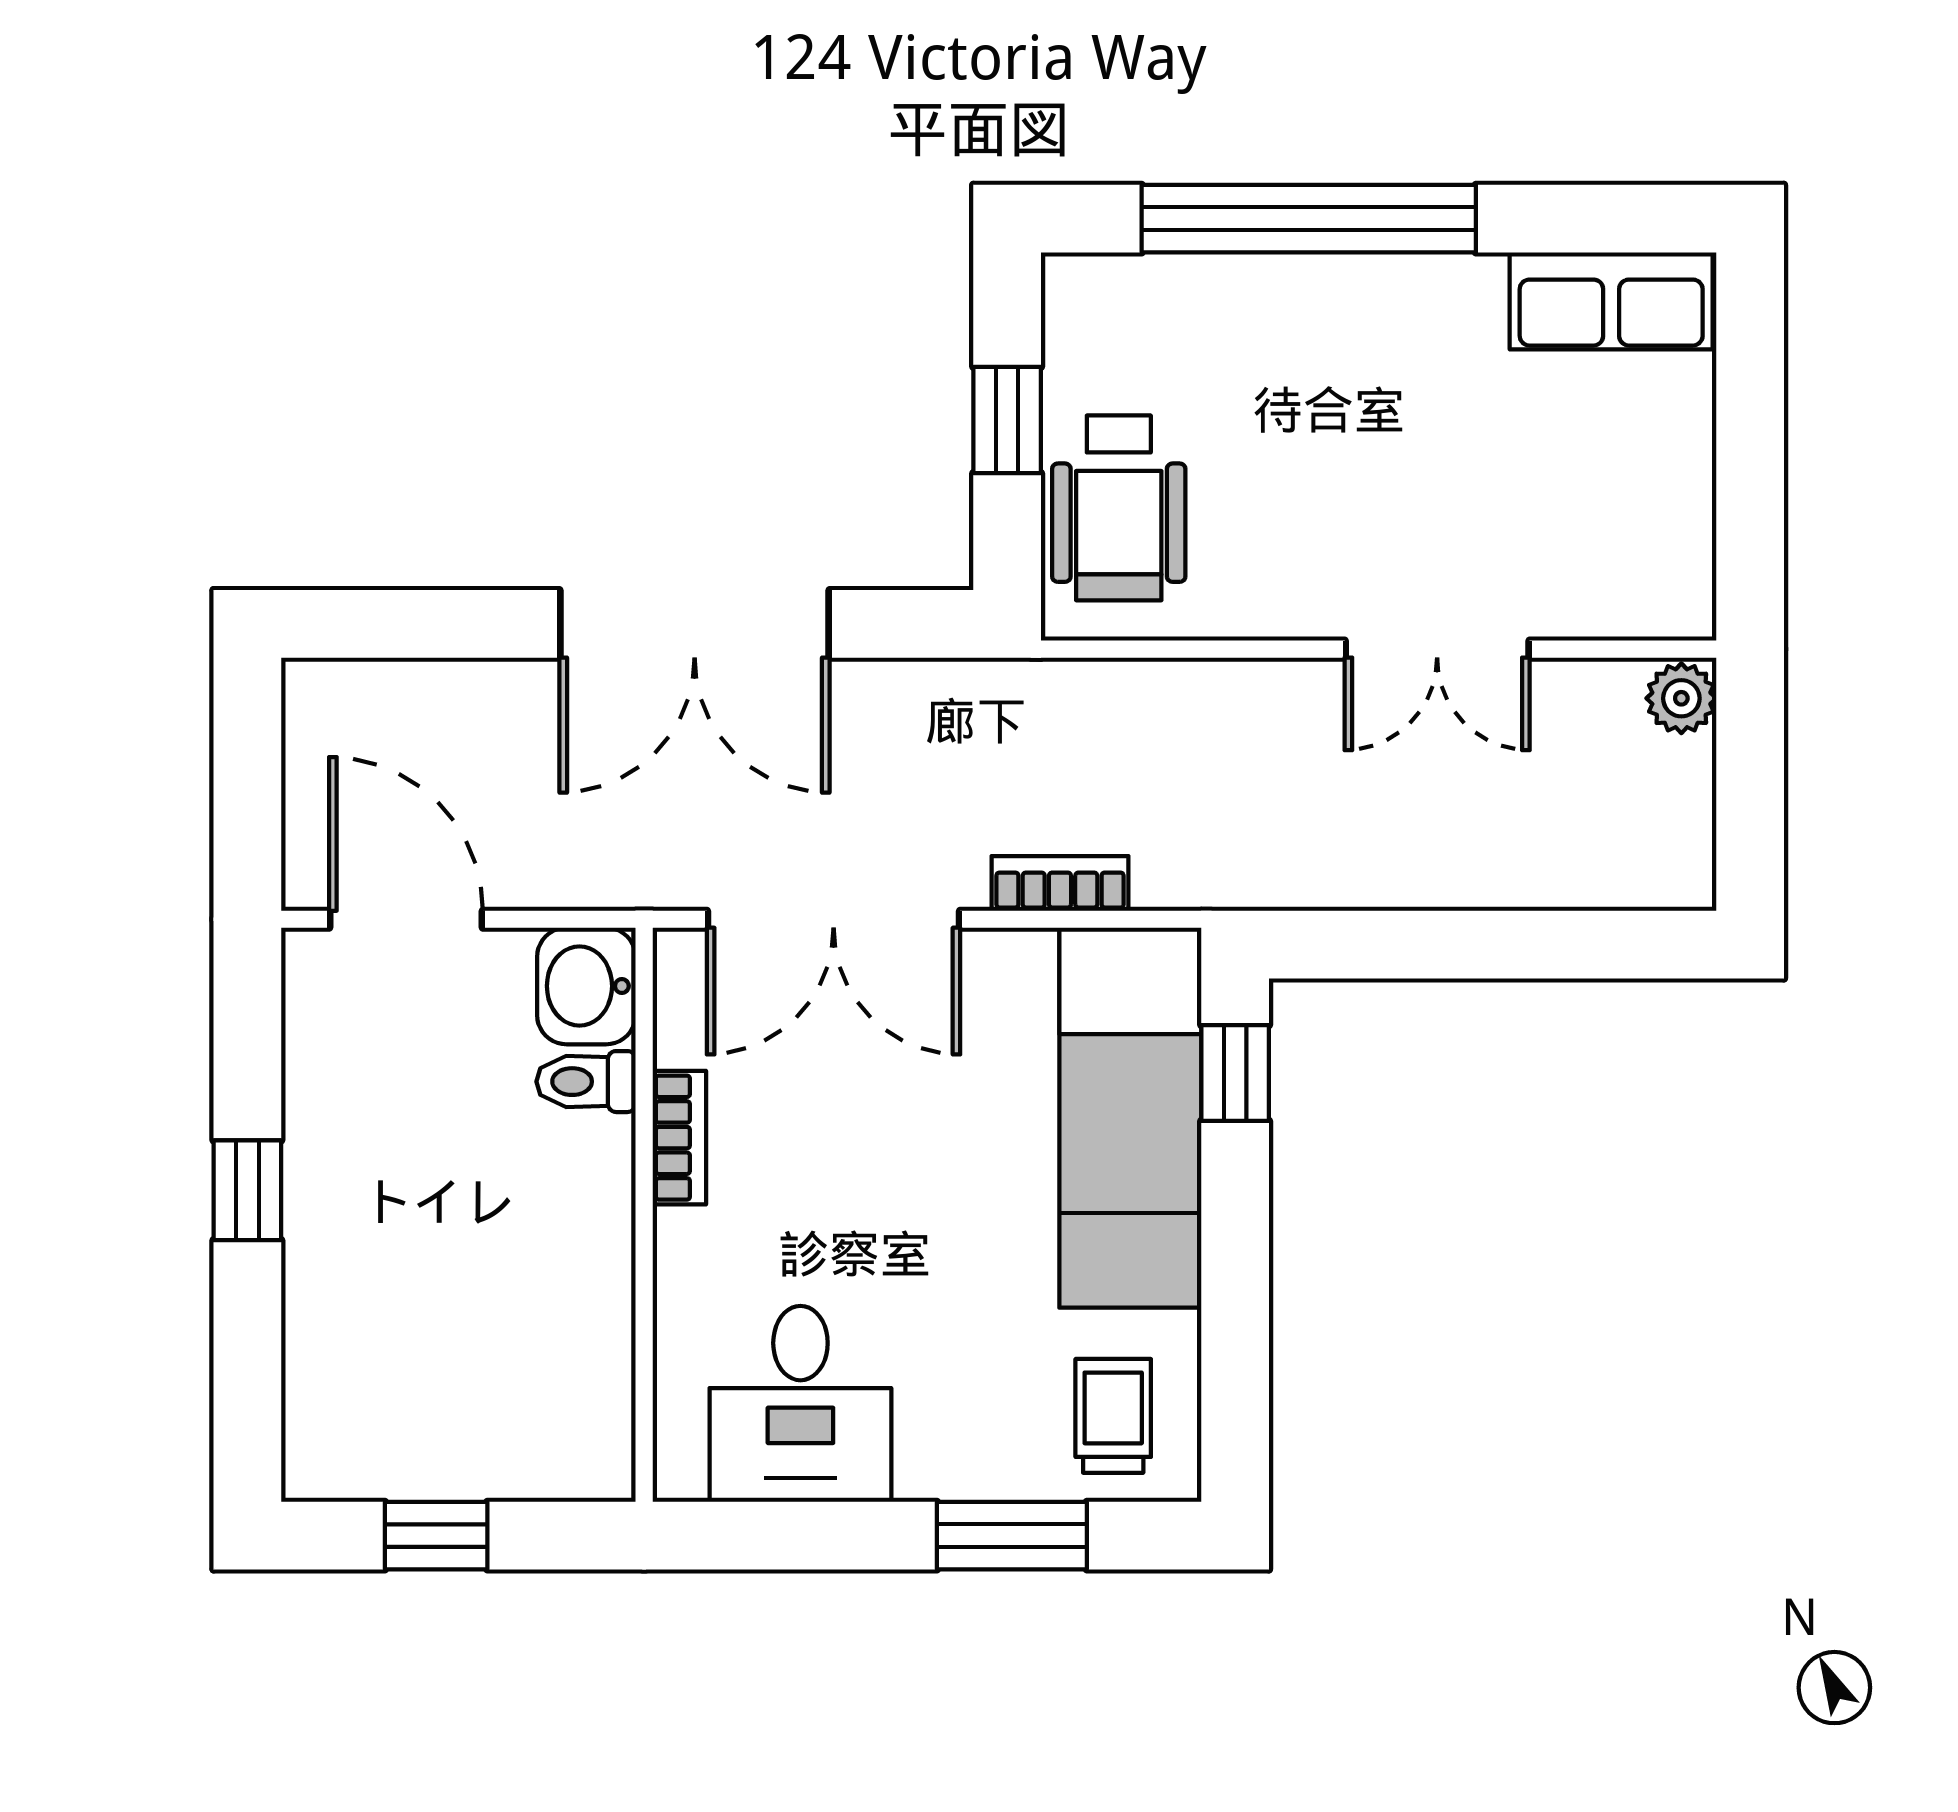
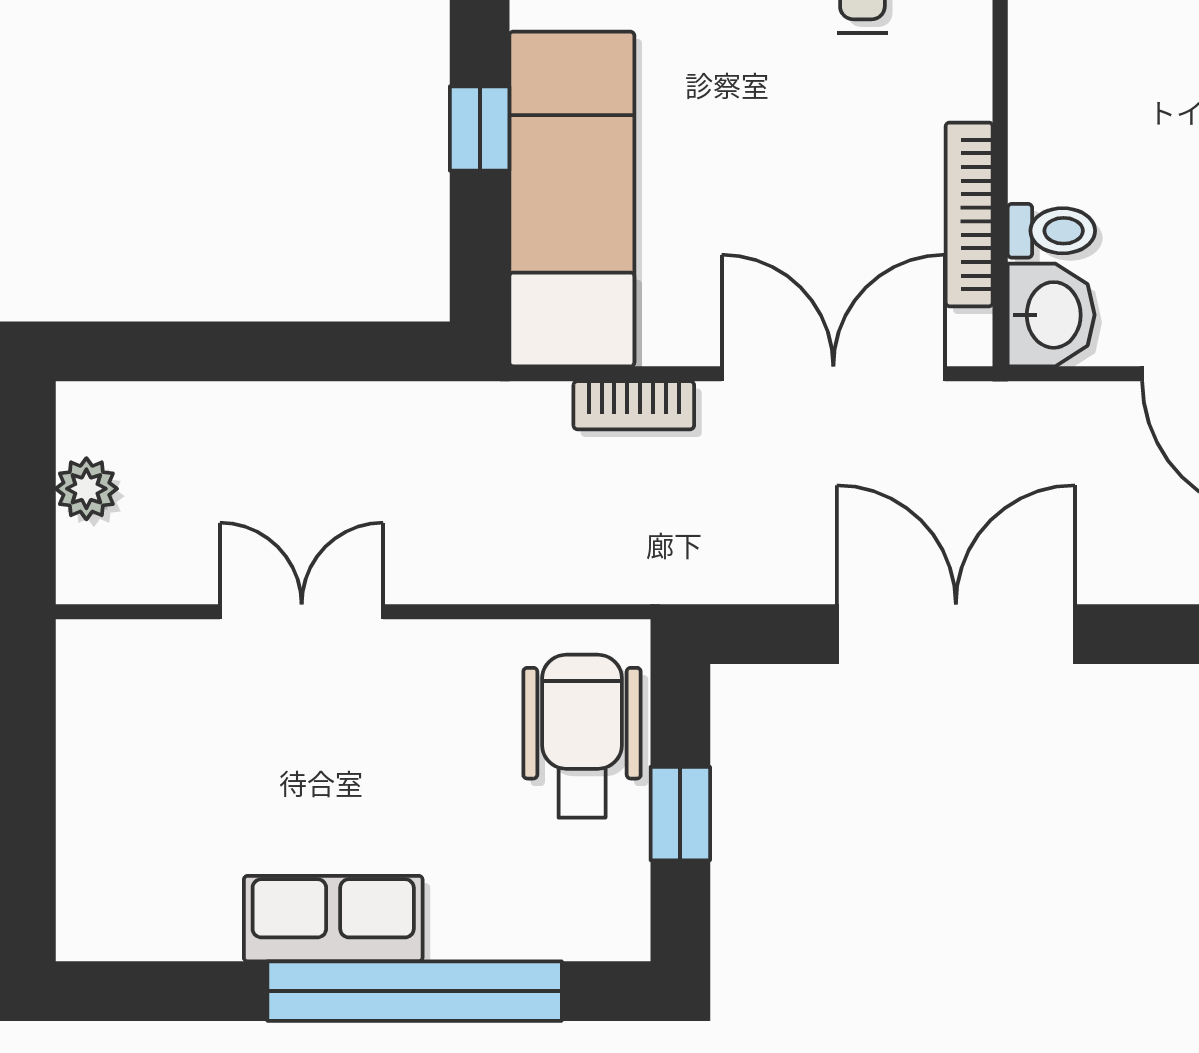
row of seats: (1611, 301) -> (333, 919), moved
plant: (1681, 698) -> (86, 489), moved
window: (1235, 1073) -> (480, 129), moved
bookcase: (679, 1138) -> (969, 214), width x1.56

